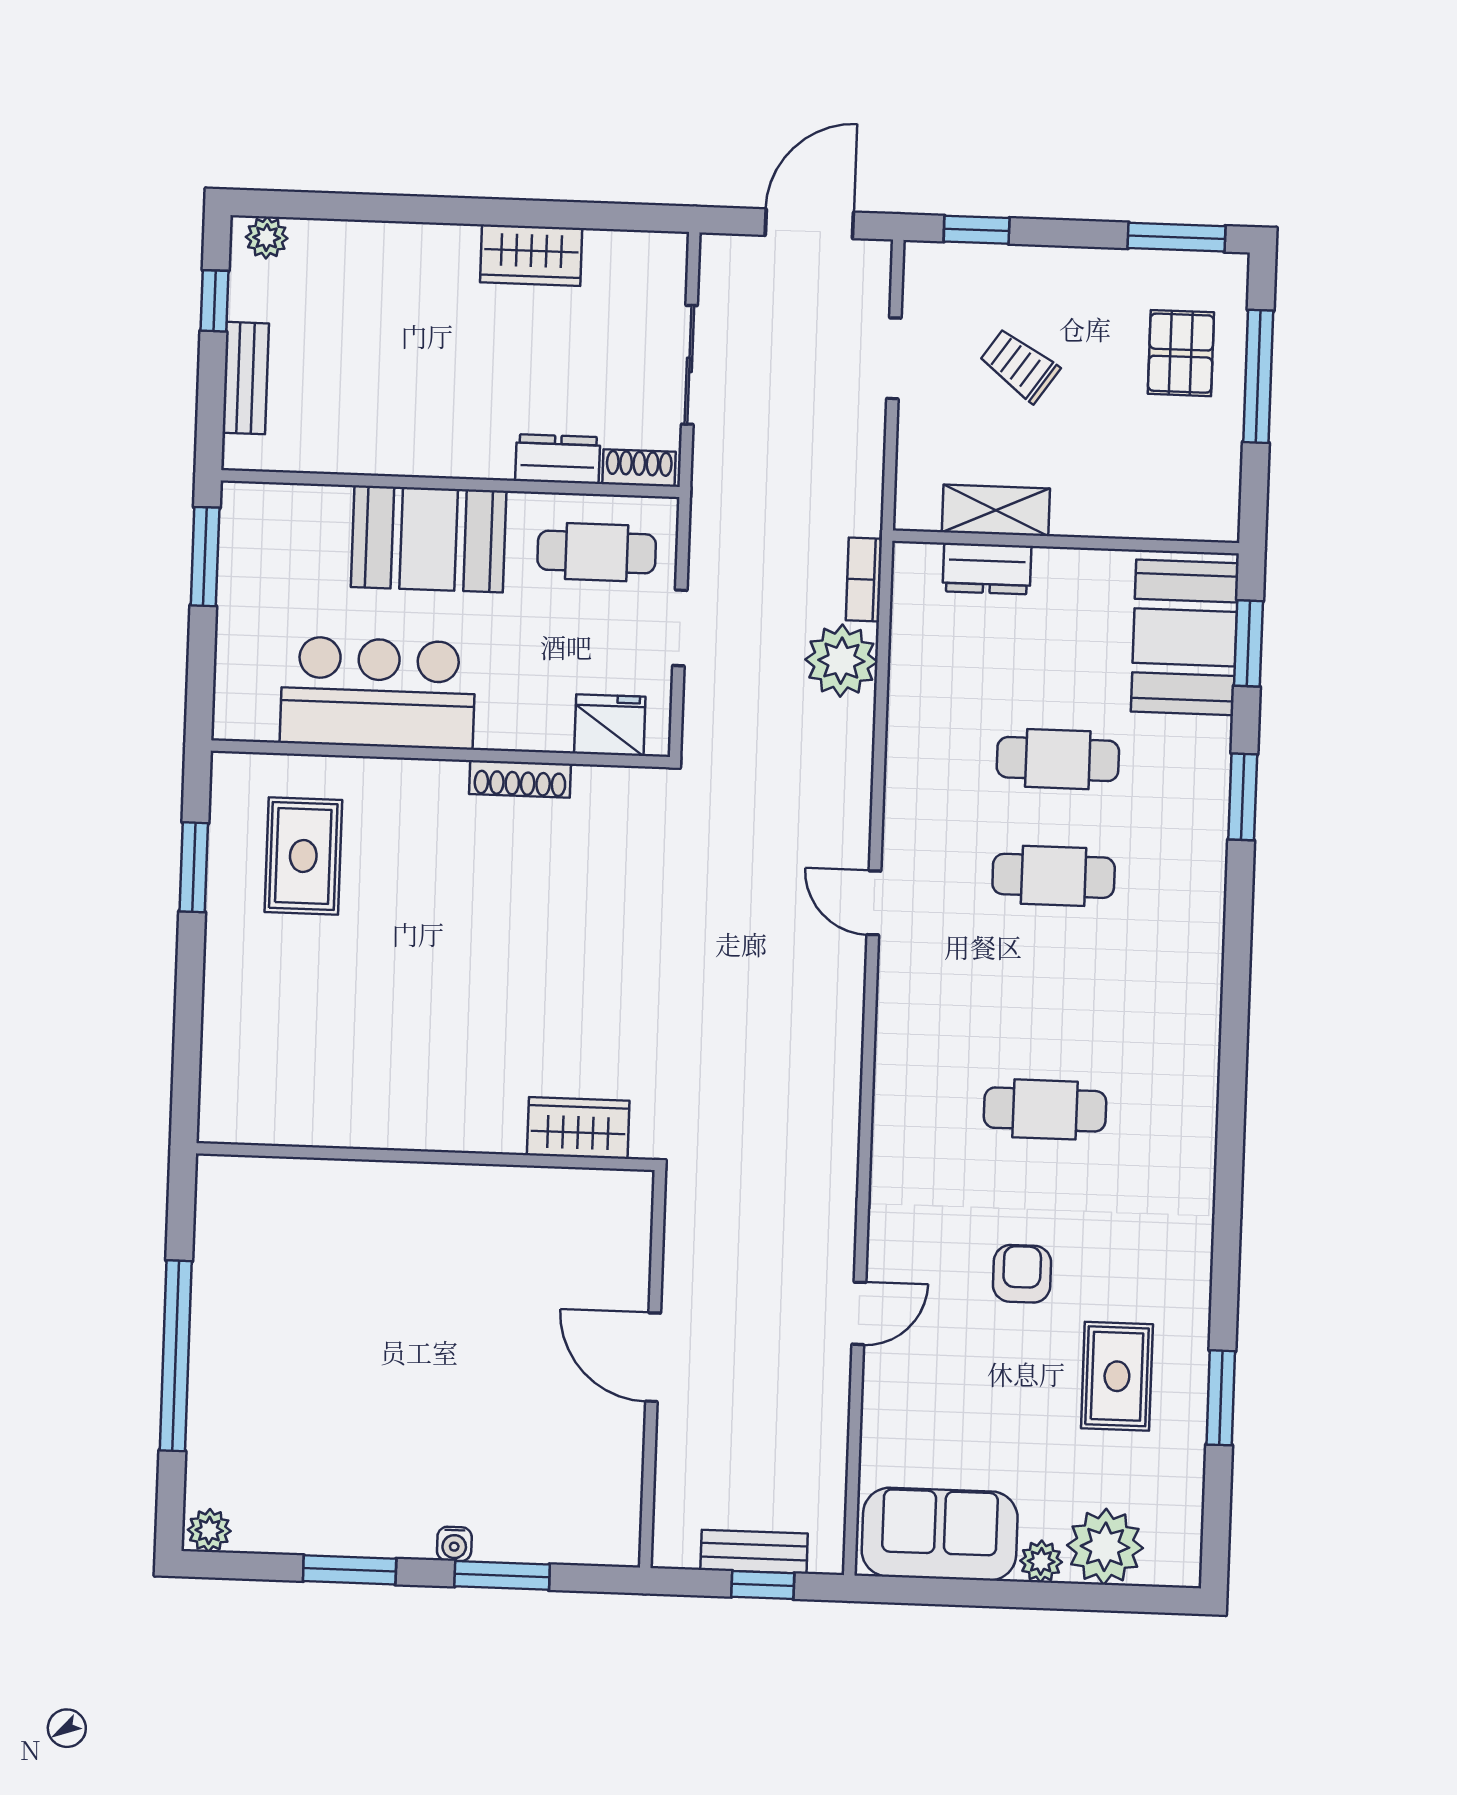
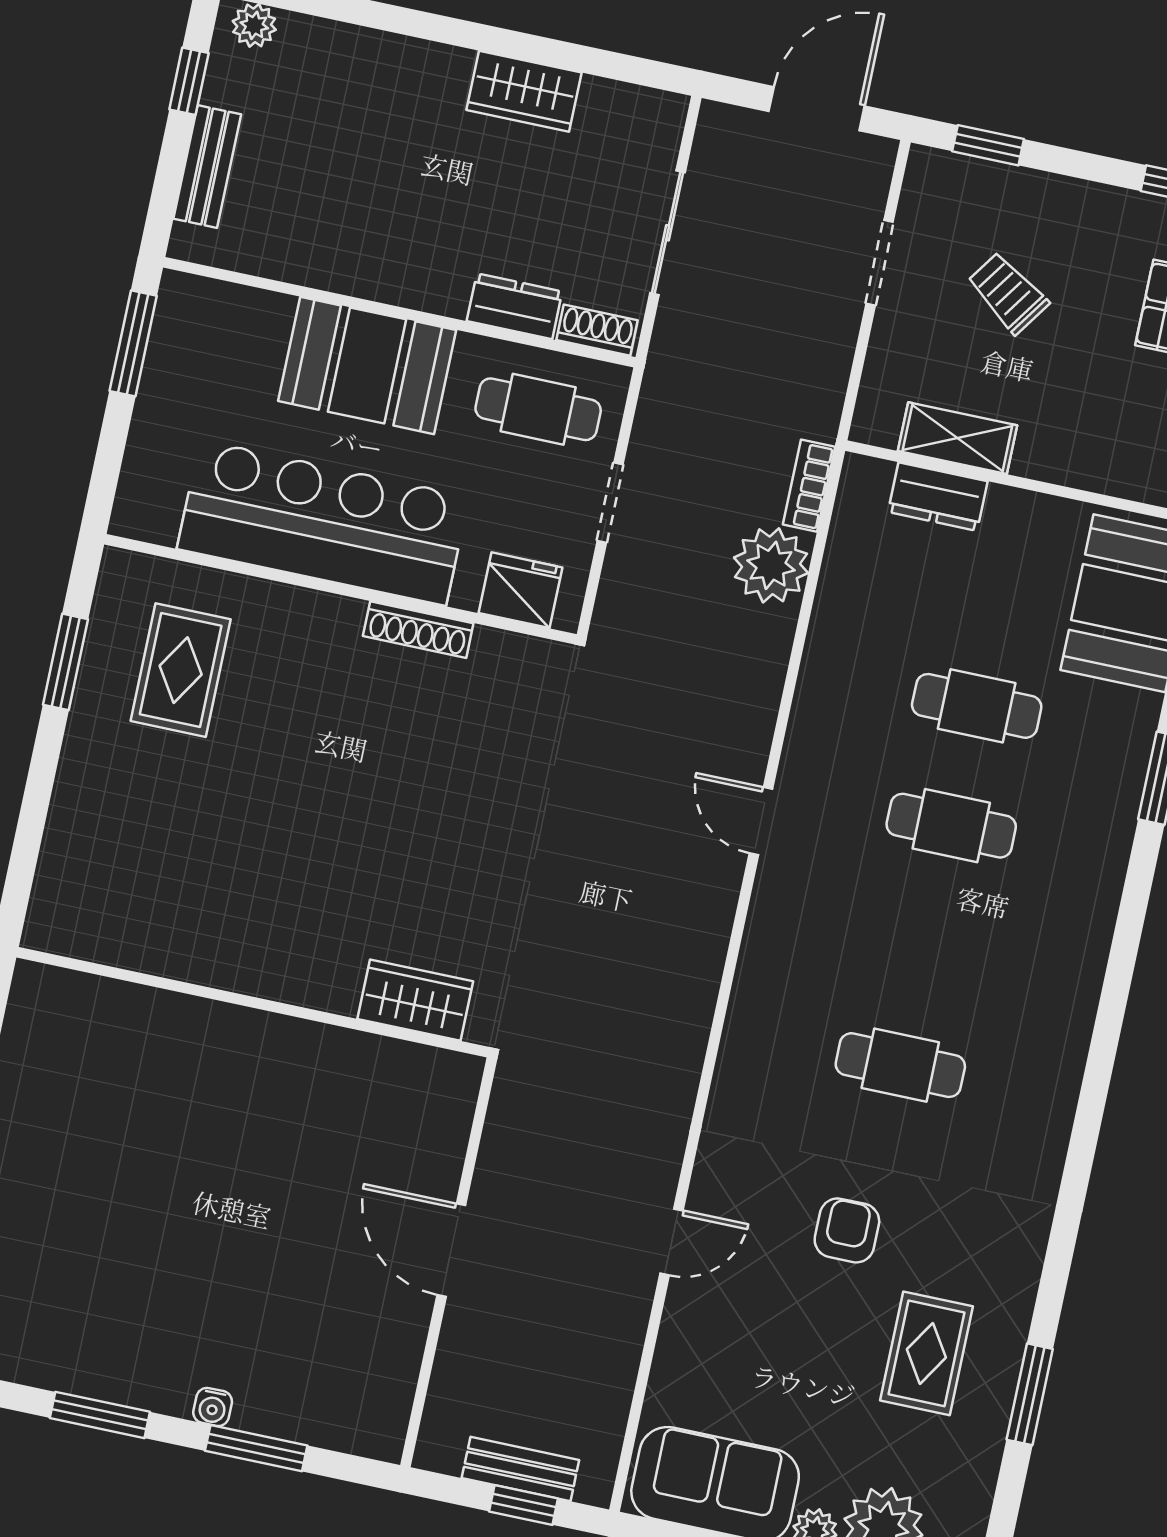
bar counter: (378, 693) -> (323, 523), width x1.36

